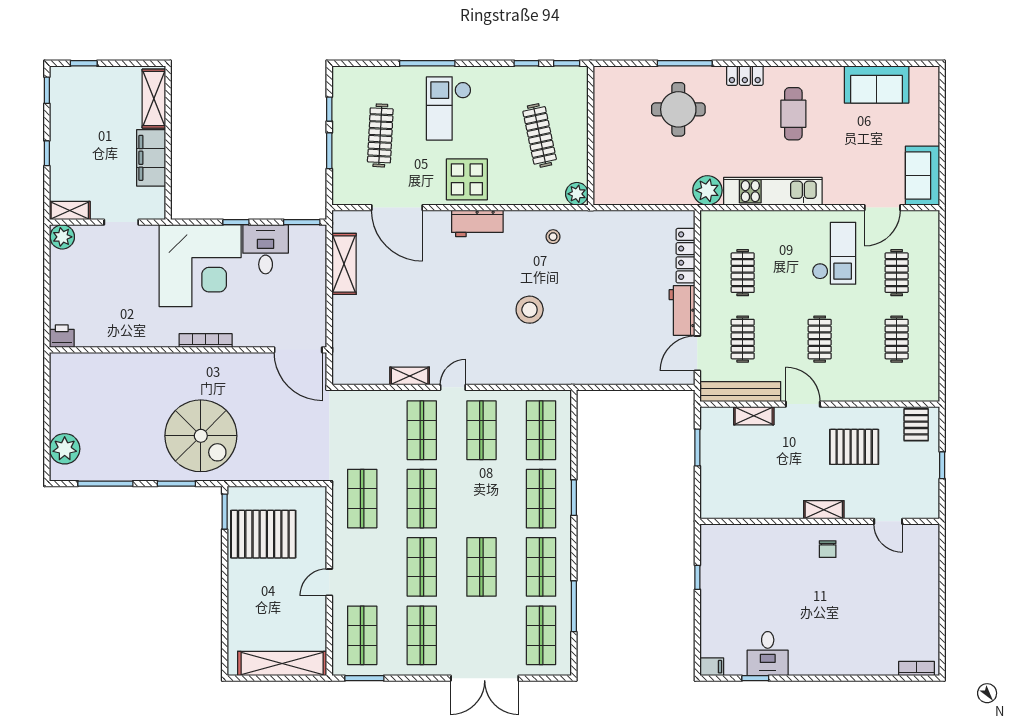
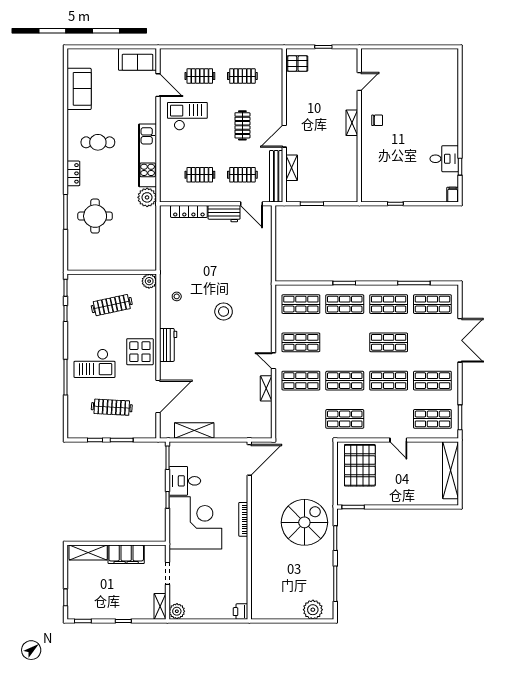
clothes rail: (820, 339) -> (242, 125), turned 90
pallet: (854, 447) -> (312, 103), removed
pallet: (263, 534) -> (360, 465), moved
bookcase: (917, 668) -> (454, 63), removed

